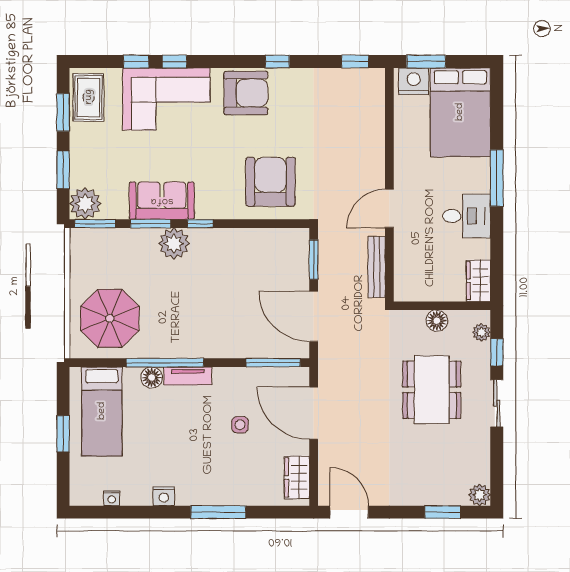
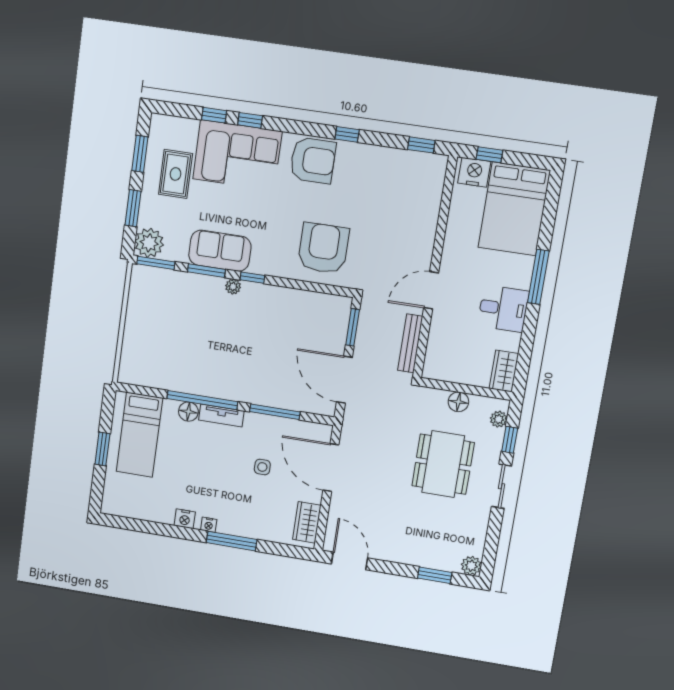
window: (426, 62) -> (489, 155), width x0.67
rug: (89, 97) -> (175, 174), moved
plant: (174, 243) -> (233, 287), width x0.53, depth x0.53
parasol: (110, 318) -> (158, 352), removed
window: (273, 363) -> (275, 412), moved
nightstand: (112, 498) -> (209, 525), moved

